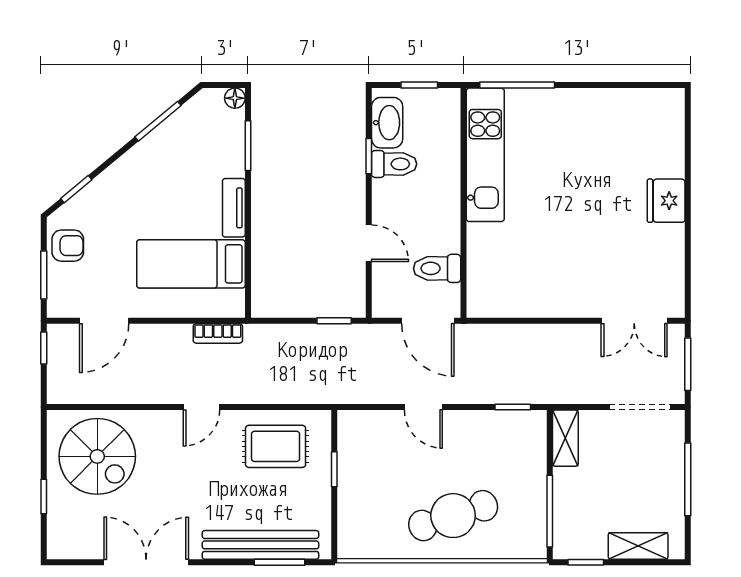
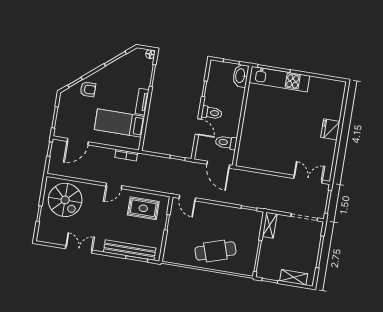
washbasin: (387, 123) -> (241, 76), moved, turned 180
kitchen unit: (485, 155) -> (279, 79), moved, turned 90
toilet: (394, 164) -> (212, 113), moved
armchair: (68, 246) -> (88, 89), moved
double door: (634, 321) -> (308, 179), swing flipped
door: (423, 407) -> (187, 198), moved
double door: (146, 562) -> (79, 249), width x0.73

